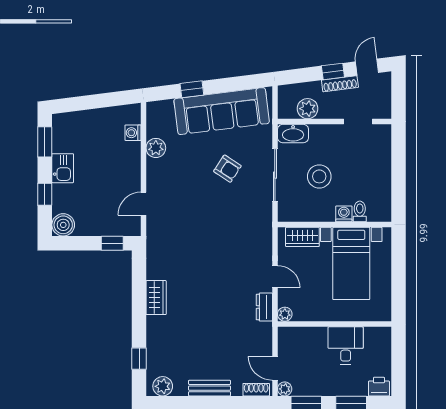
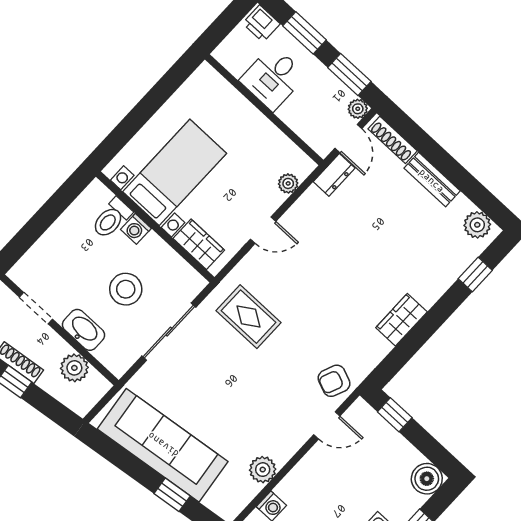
washbasin: (293, 134) -> (84, 330), moved
armchair: (227, 169) -> (334, 381), moved, turned -101
toilet: (360, 211) -> (112, 218), width x1.37, depth x1.39
rug: (240, 223) -> (248, 317), added
door: (275, 277) -> (263, 230), swing flipped
dresser: (264, 307) -> (334, 175), moved
wall: (334, 324) -> (264, 110), moved
desk: (346, 345) -> (273, 78), moved
shoe rack: (256, 390) -> (393, 140), width x1.43

